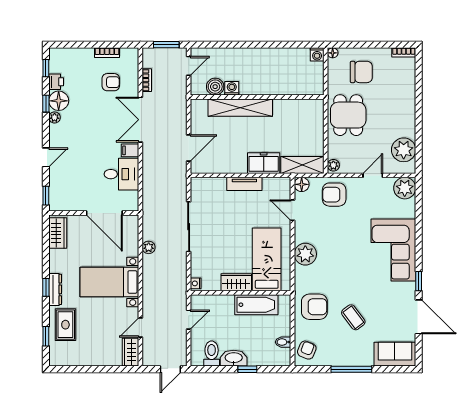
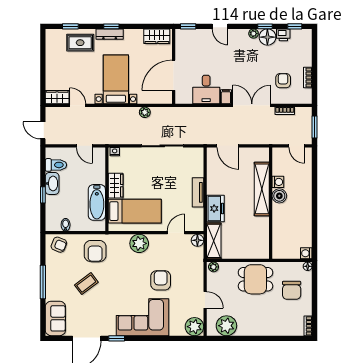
armchair: (111, 82) -> (283, 81), turned 180
boiler: (215, 87) -> (279, 196), moved
armchair: (334, 195) -> (161, 280), moved

